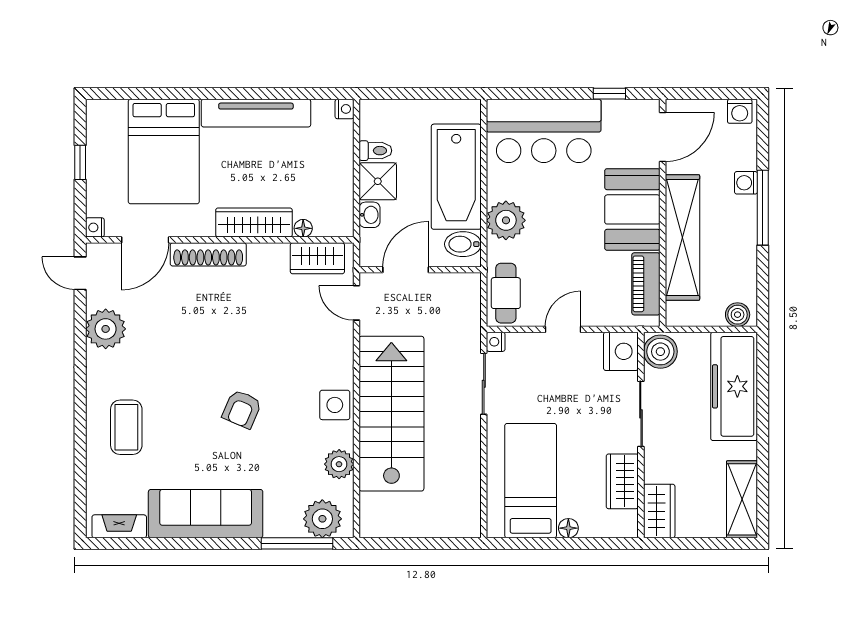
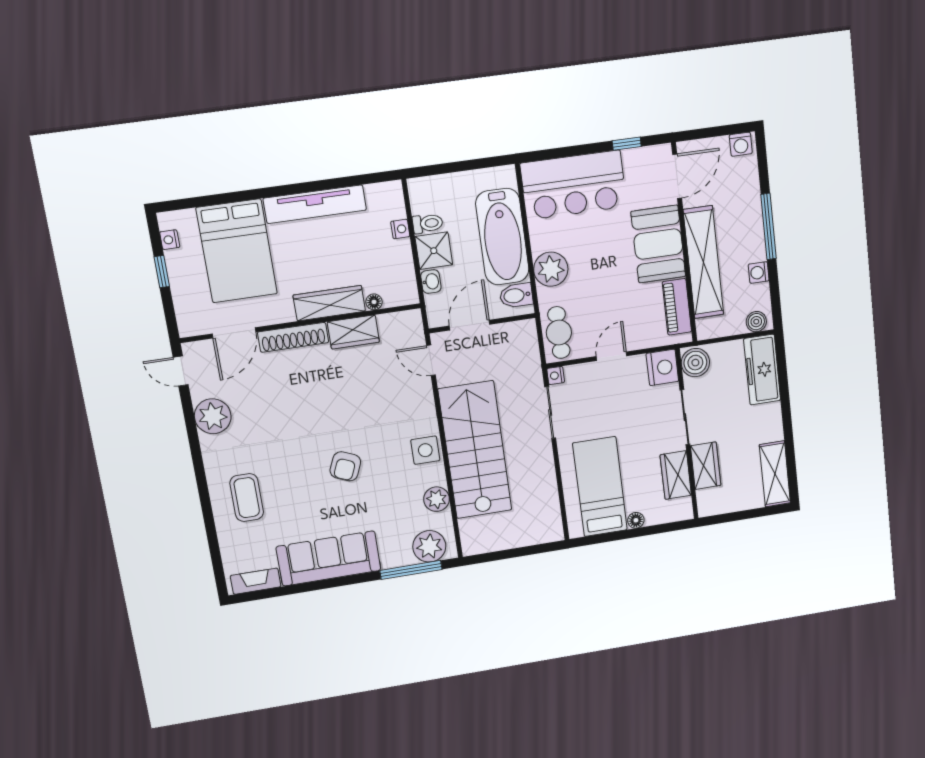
nightstand: (344, 109) -> (400, 229), moved
washing machine: (746, 183) -> (759, 272), moved
nightstand: (95, 227) -> (170, 240), moved
wardrobe: (317, 258) -> (353, 332), moved
freezer: (734, 386) -> (762, 370), width x0.73, depth x0.79
wardrobe: (659, 511) -> (706, 466), moved

